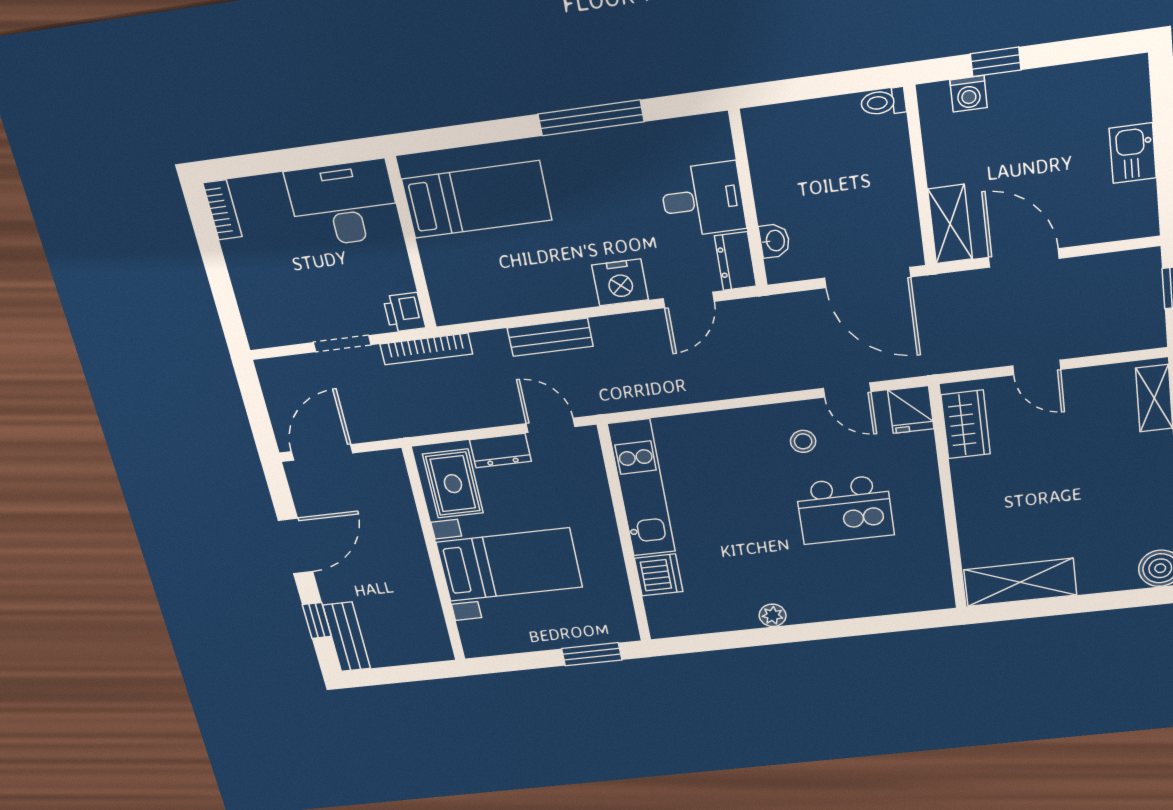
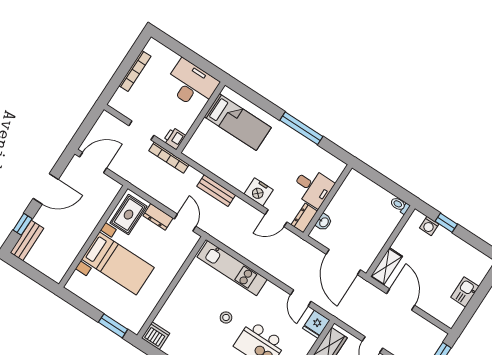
bookcase: (223, 210) -> (135, 71), moved, width x1.56
stool: (803, 441) -> (226, 317), moved
kitchen unit: (642, 488) -> (232, 268), moved, turned 90
dishwasher: (659, 575) -> (156, 336), moved, turned -90

